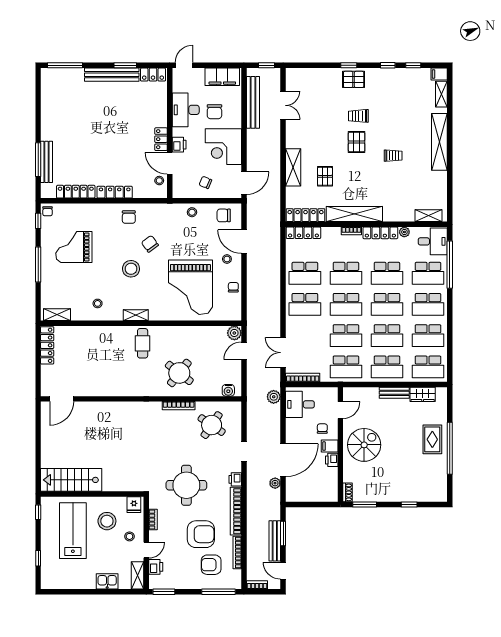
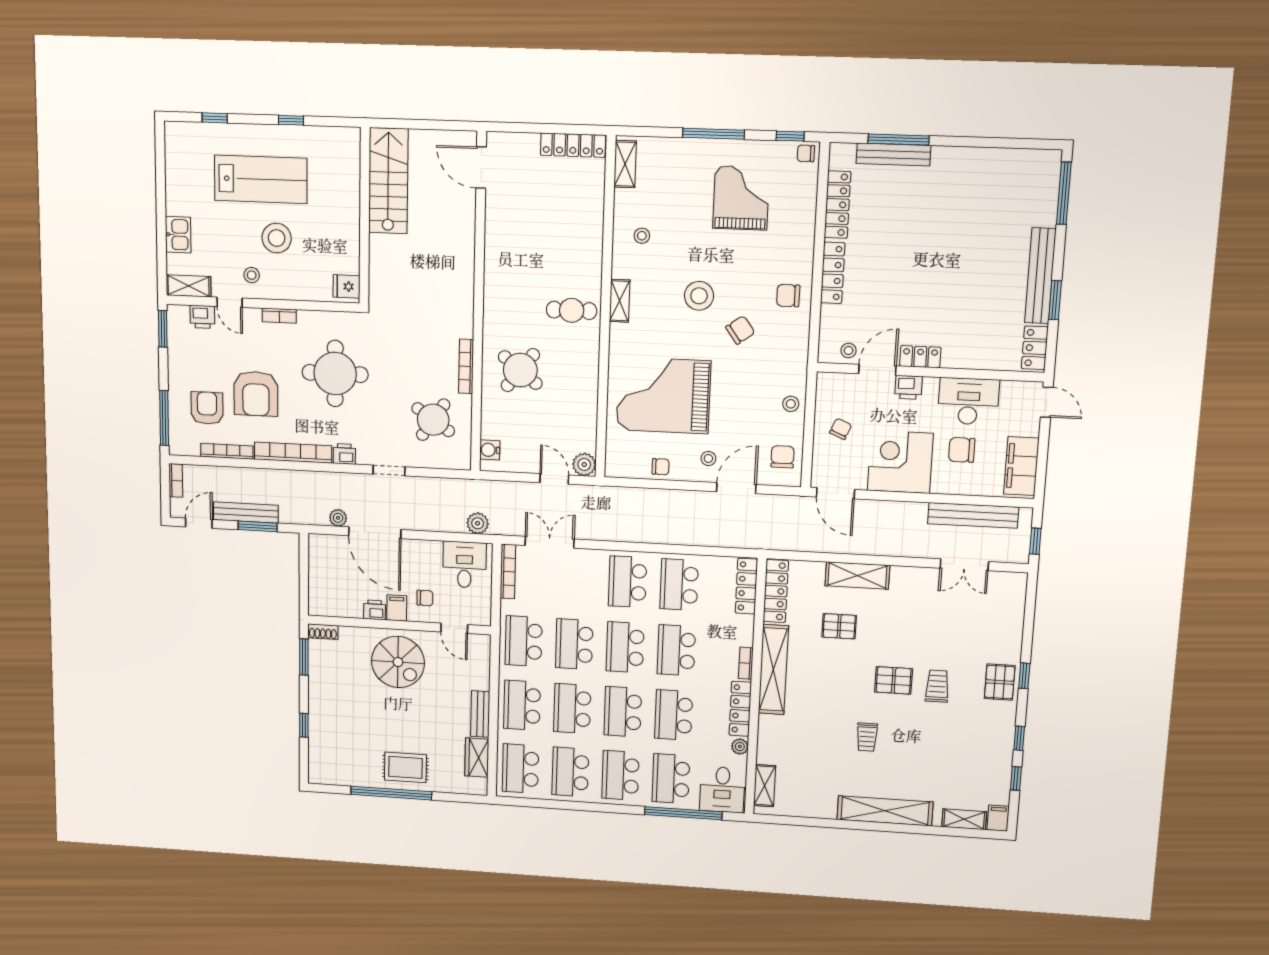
stairs: (71, 480) -> (388, 181), moved
wall: (92, 494) -> (364, 216), moved
fridge: (134, 505) -> (346, 286), moved

